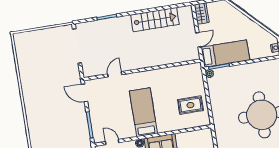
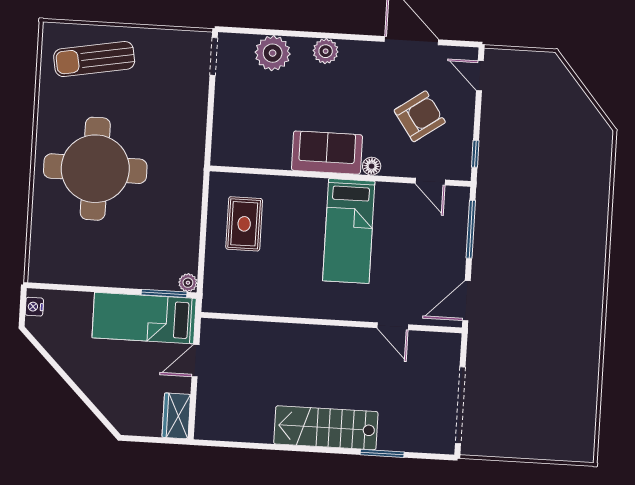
stairs: (155, 20) -> (326, 428), moved
door: (115, 74) -> (393, 326), hinge flipped
door: (85, 93) -> (466, 301), swing flipped
rug: (190, 105) -> (244, 224), turned 90

